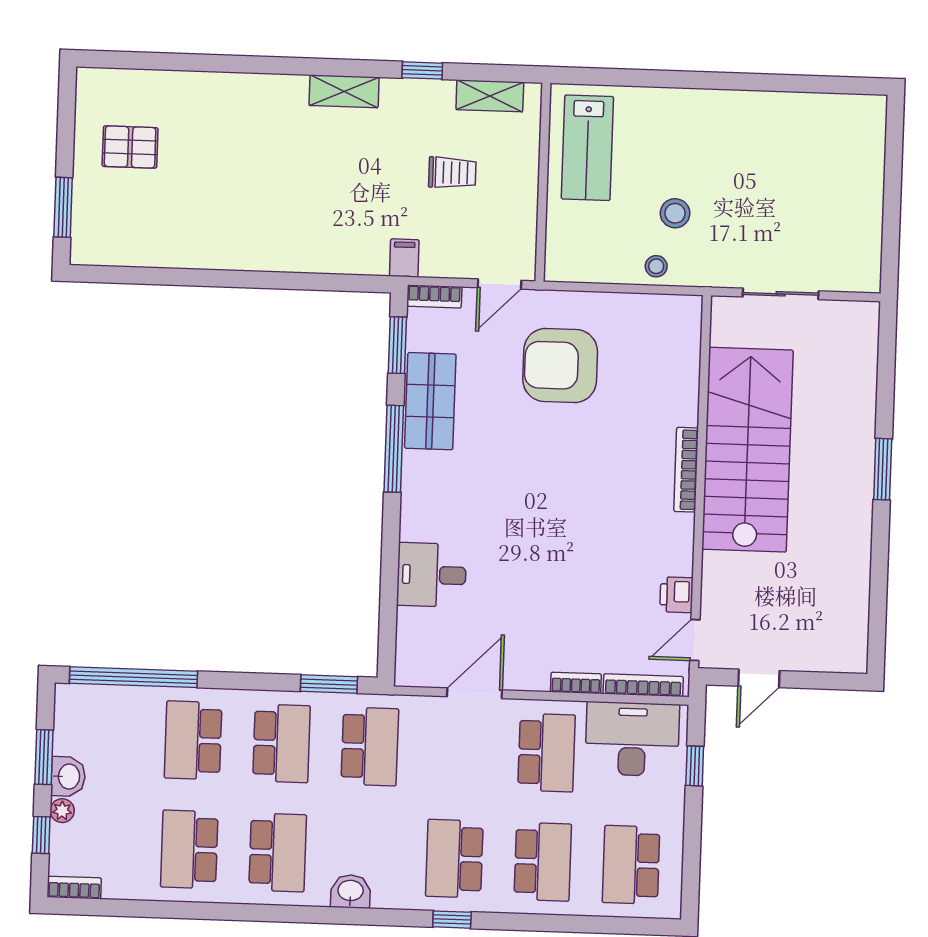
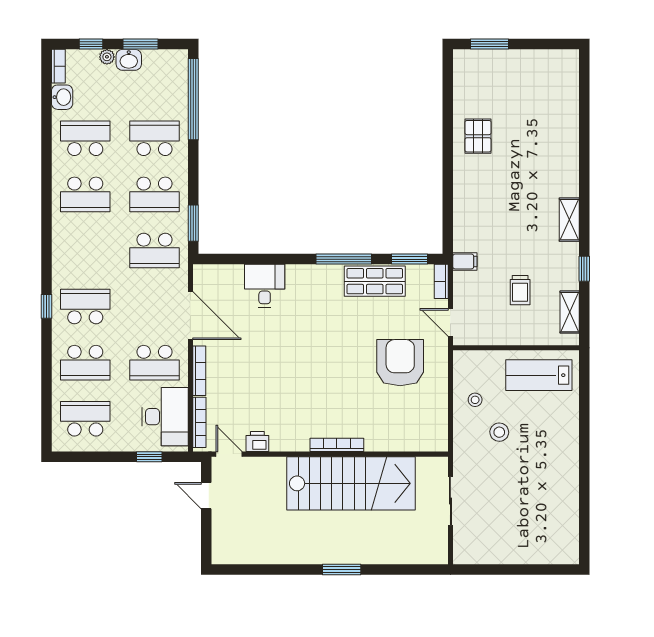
pallet: (130, 147) -> (478, 136), moved
stool: (656, 266) -> (475, 400), moved
bookcase: (576, 683) -> (199, 371), width x1.56
door: (475, 693) -> (190, 316), width x1.36
washbasin: (351, 891) -> (62, 97), moved

